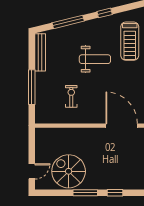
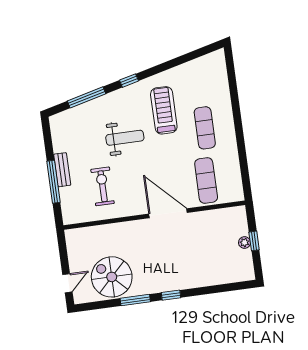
treadmill: (130, 41) -> (164, 110), turned 180
bench: (40, 52) -> (62, 170), moved, width x0.73
exercise bike: (71, 96) -> (103, 186), width x1.38, depth x1.39

